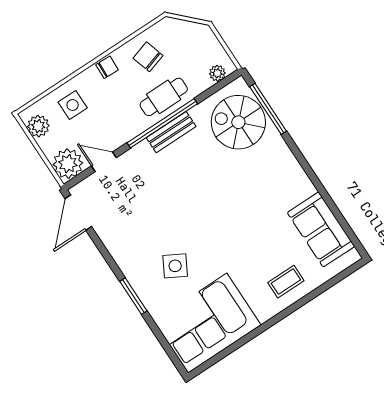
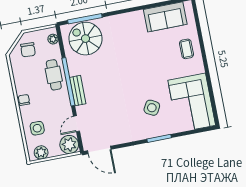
chair: (148, 57) -> (28, 50), moved, turned -70
spiral stairs: (238, 122) -> (85, 39), turned 90
bench: (171, 132) -> (78, 91), moved

